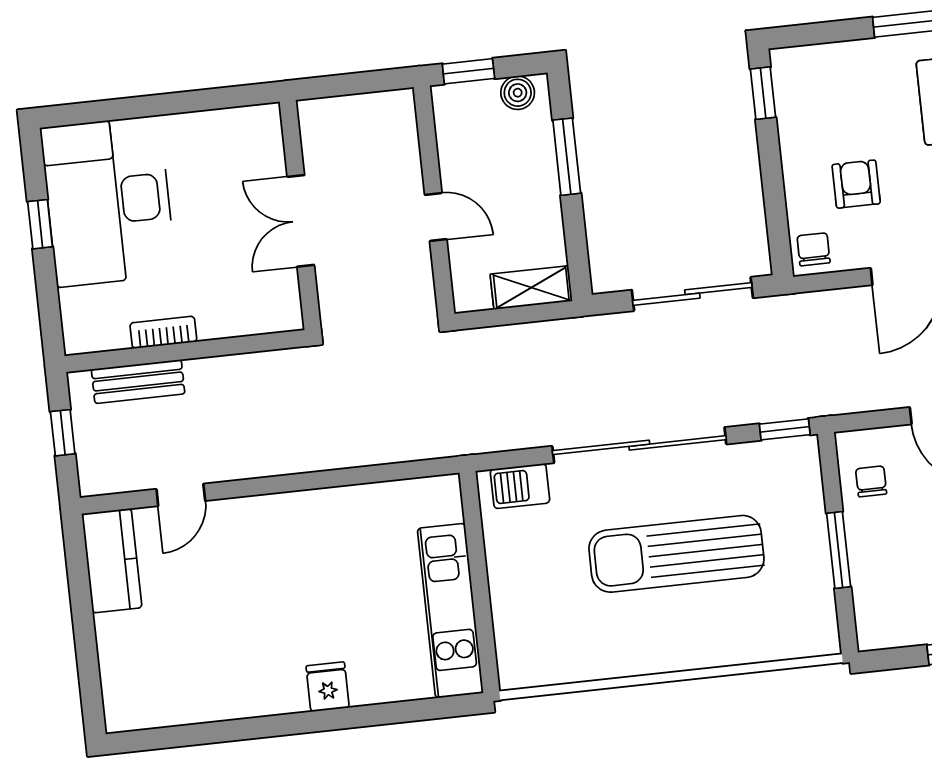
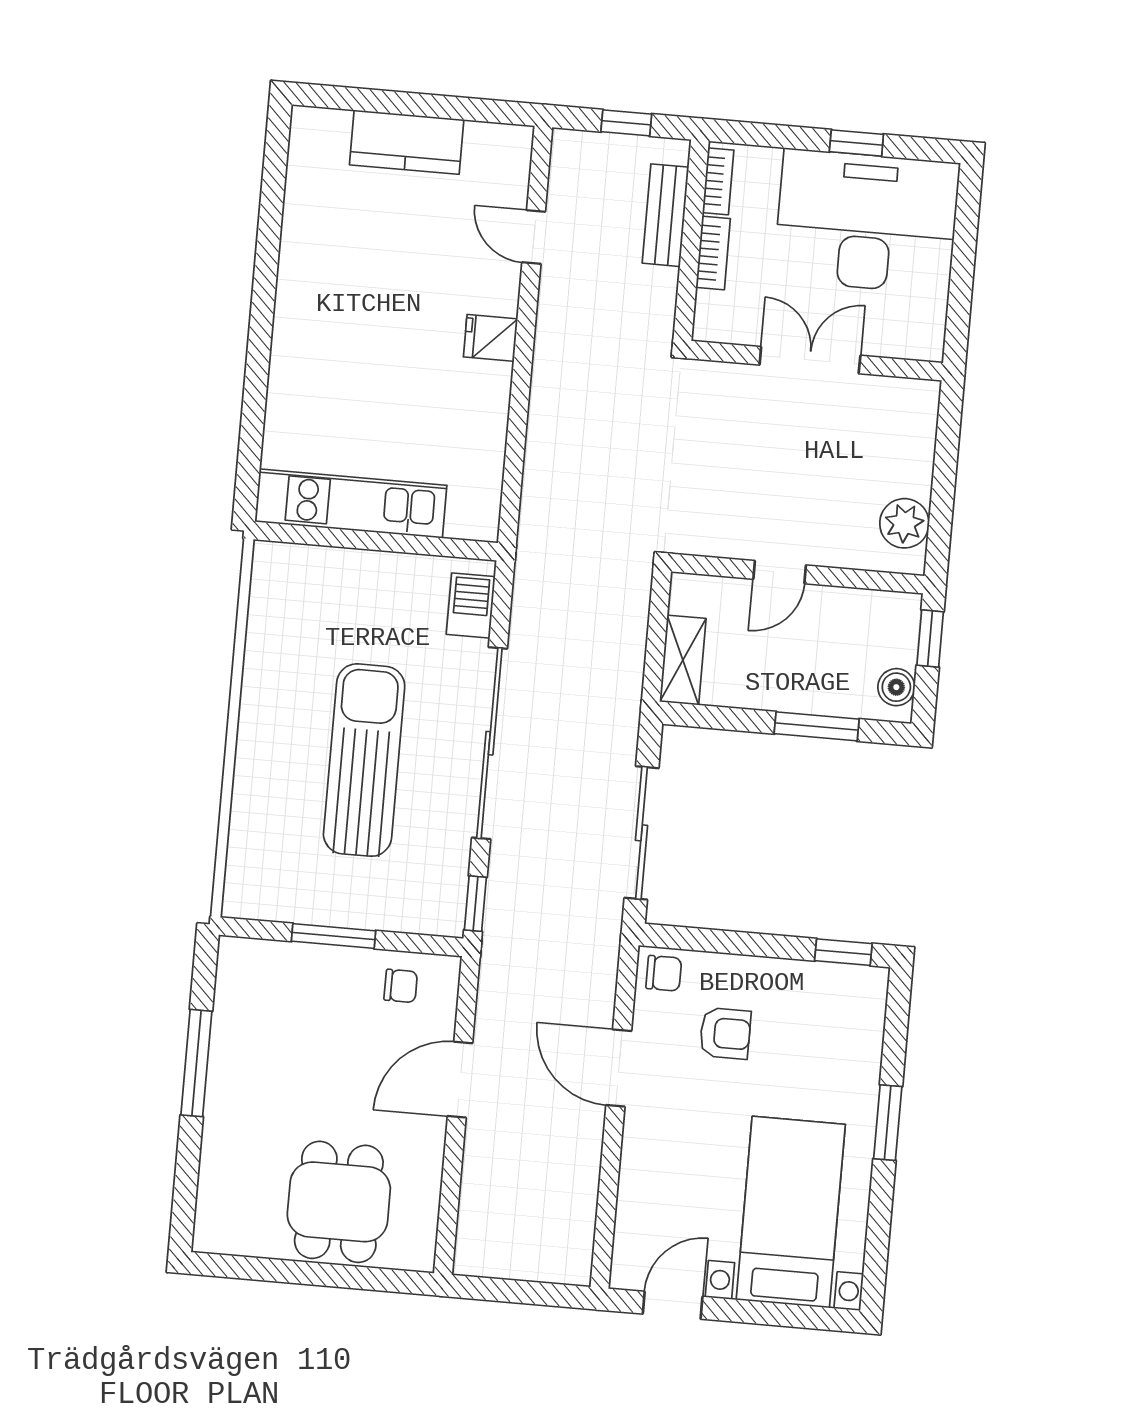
plant: (370, 114) -> (904, 523), added
wall: (300, 215) -> (816, 361), moved
double door: (301, 221) -> (810, 360), moved
bookcase: (99, 341) -> (718, 181), added
kitchen counter: (112, 561) -> (407, 142), moved
fridge: (328, 687) -> (491, 338), moved, turned 180

